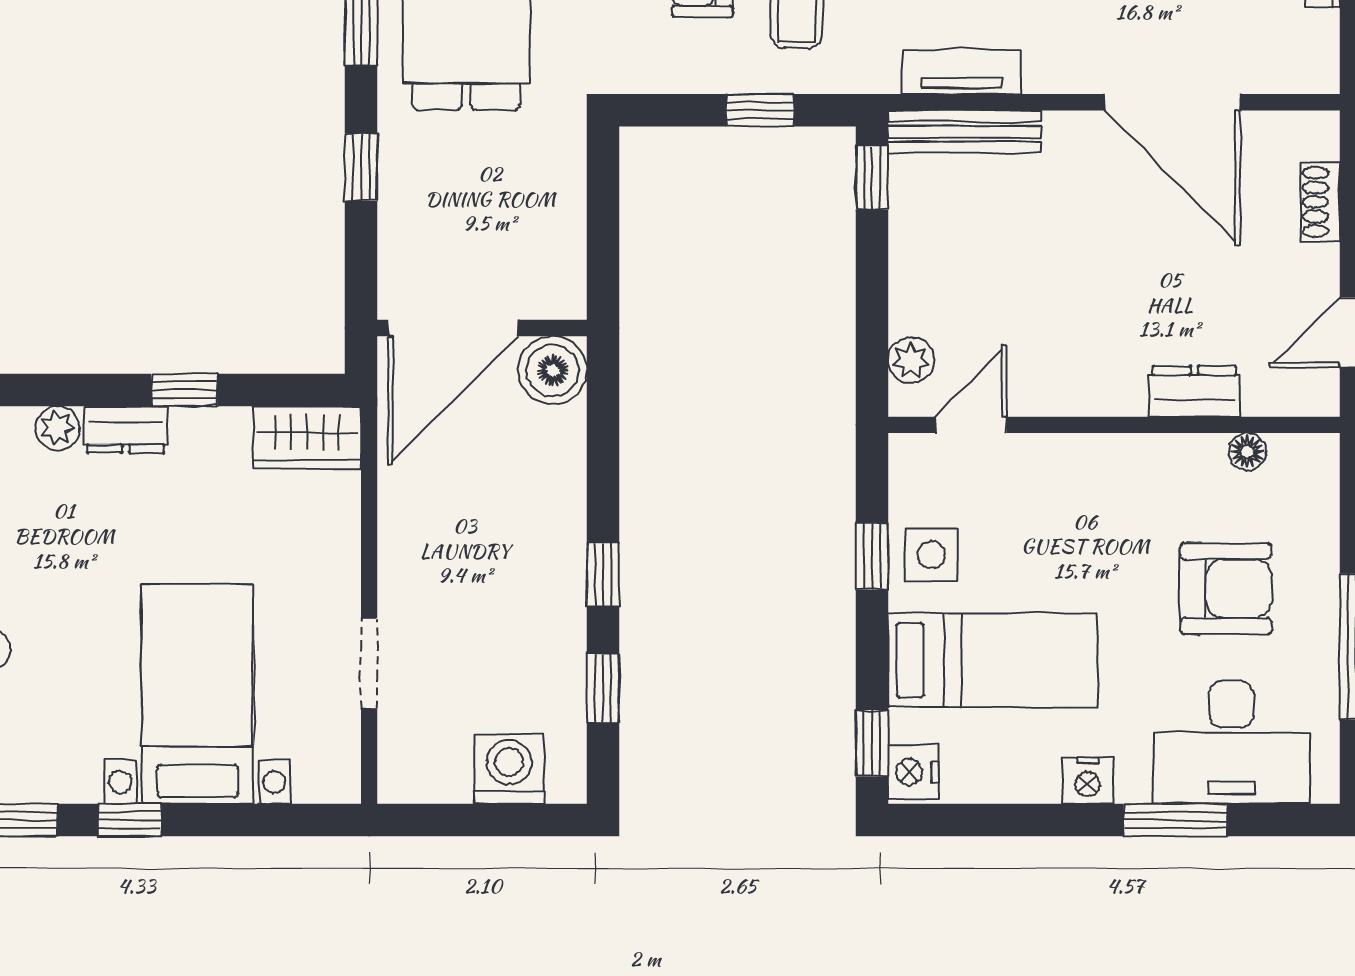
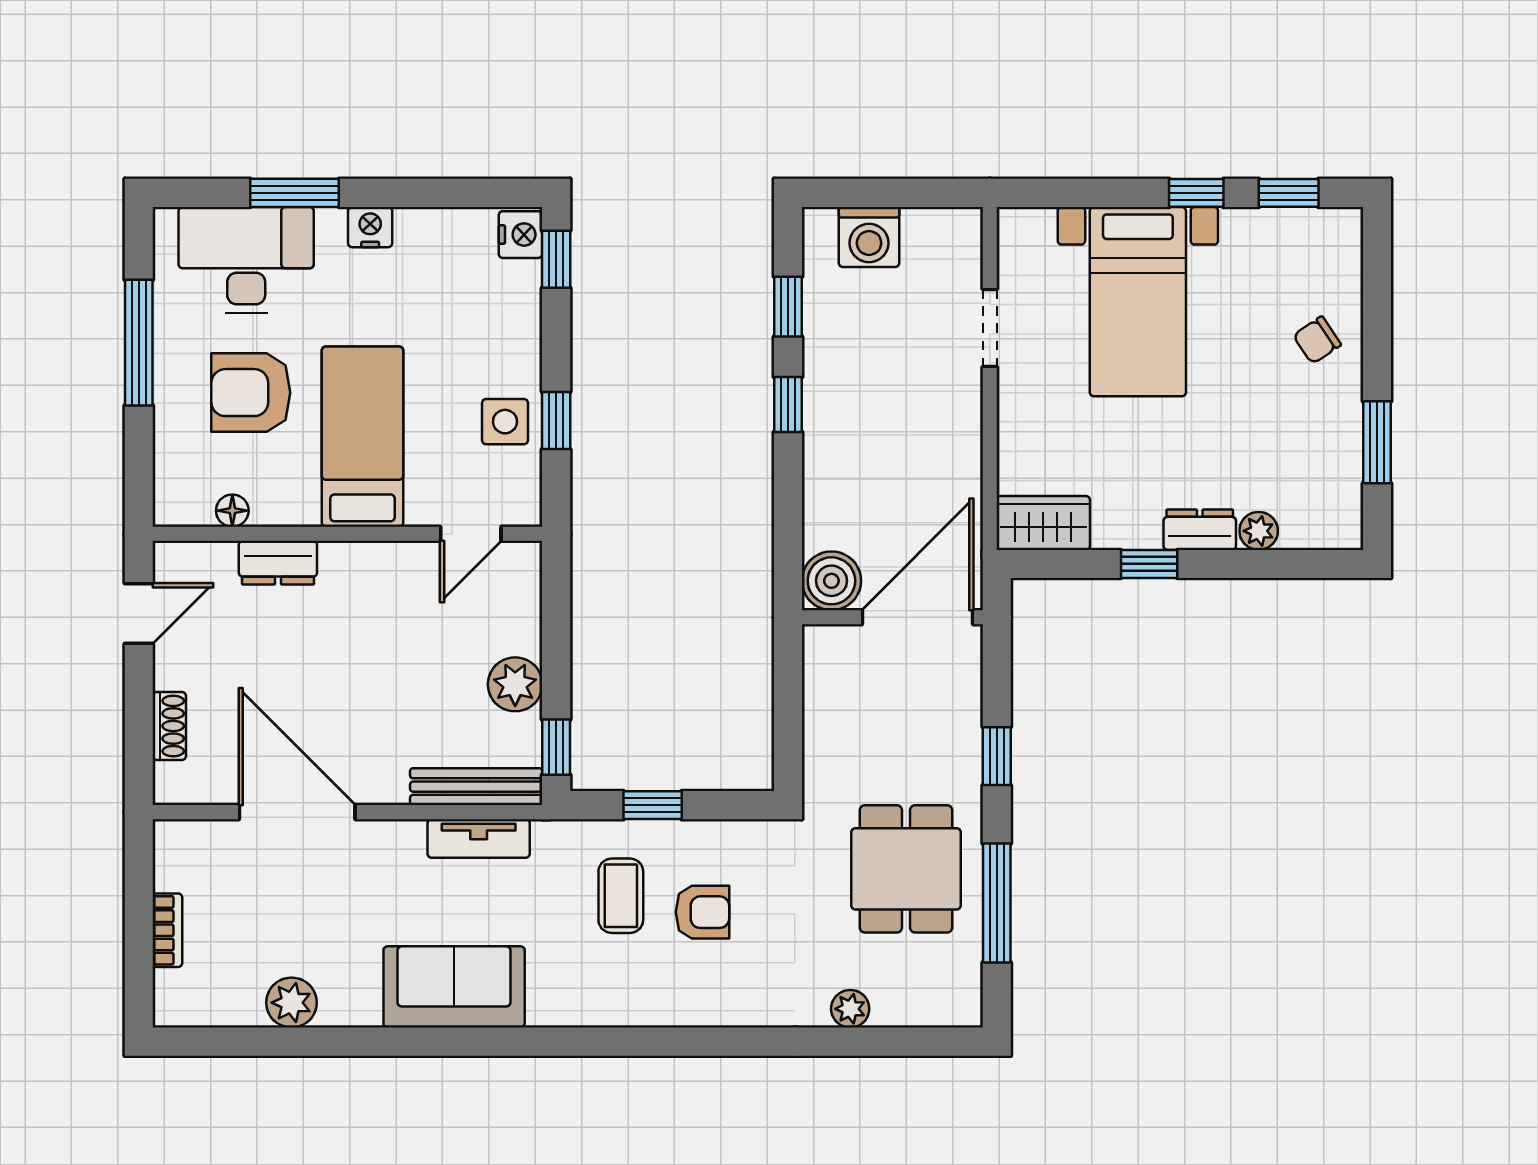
plant: (911, 360) -> (515, 684), moved, width x1.38, depth x1.38
bed: (993, 660) -> (363, 437), moved, turned 90

